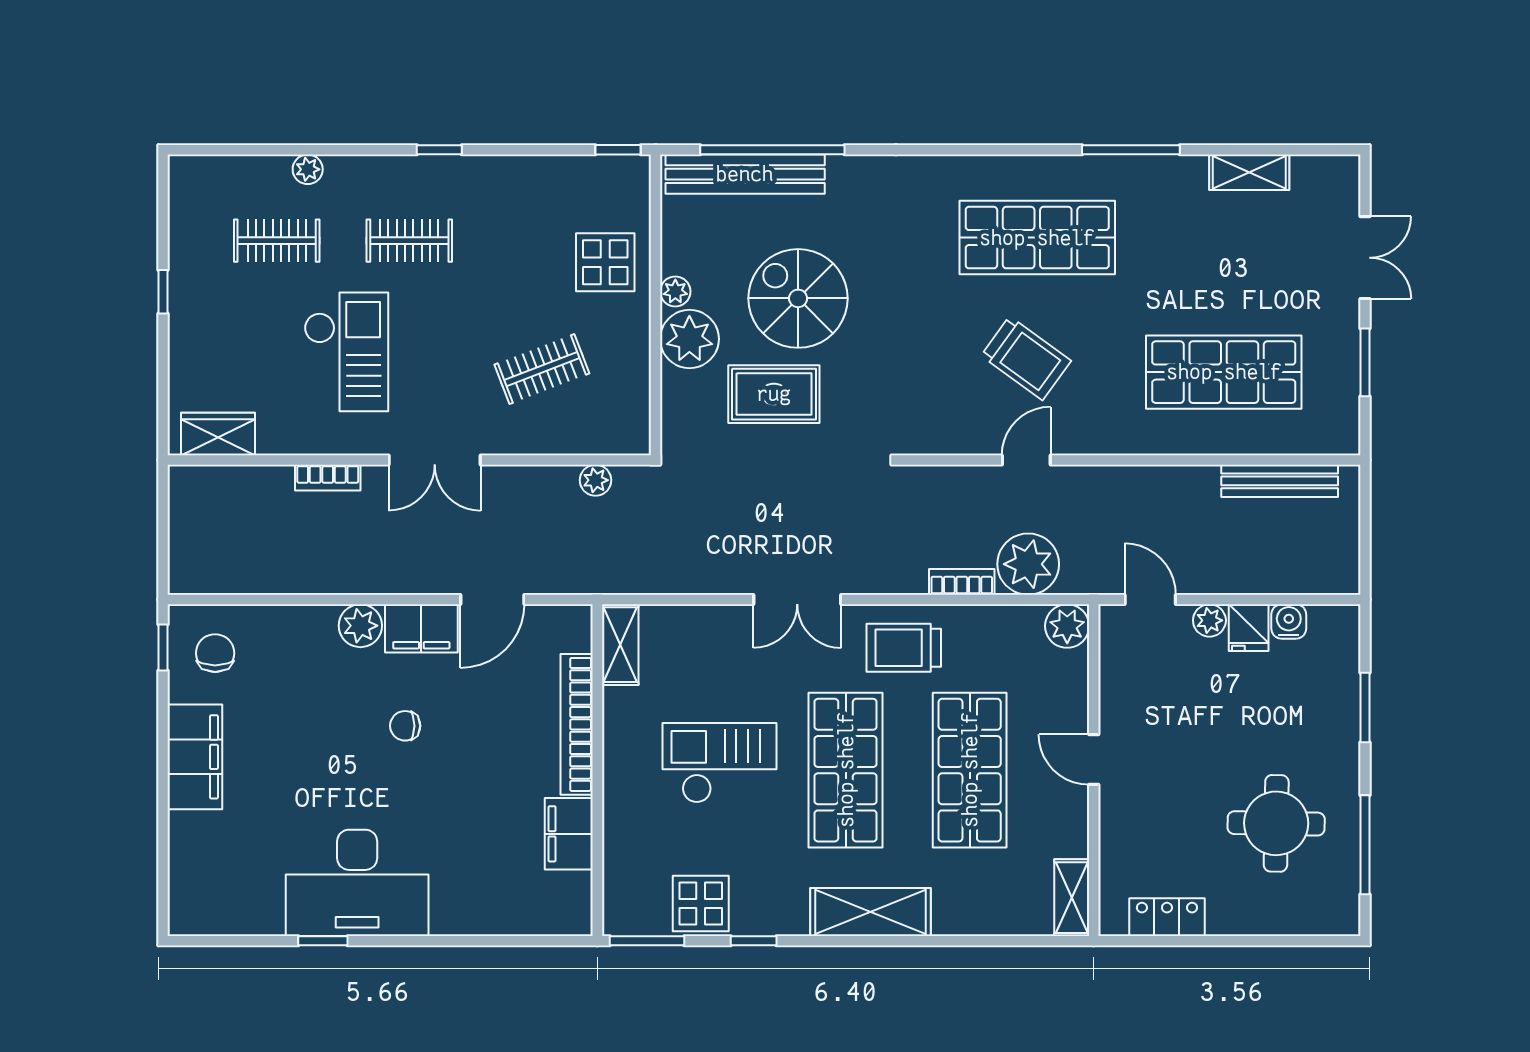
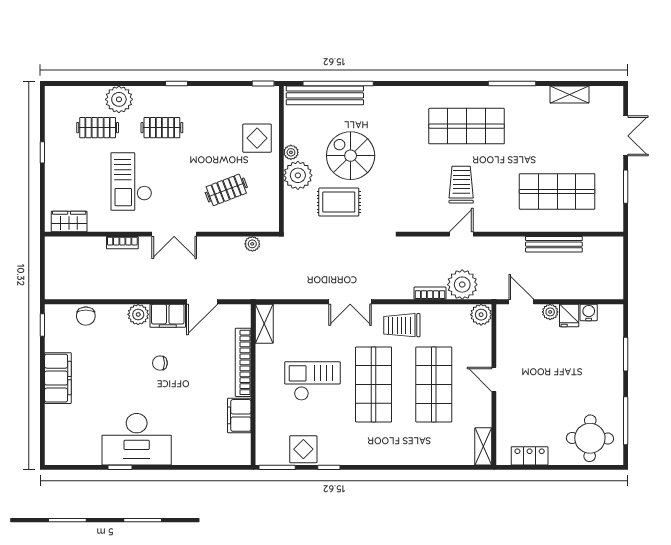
plant: (308, 169) -> (119, 99), width x1.88, depth x1.88
checkout: (346, 352) -> (131, 182), turned 180
trolley: (1026, 358) -> (461, 185), turned -126
bench: (1280, 481) -> (554, 244), moved
chair: (215, 653) -> (86, 316), moved, turned 180
round table: (1276, 823) -> (590, 438), moved
shelving: (871, 912) -> (386, 453), removed

